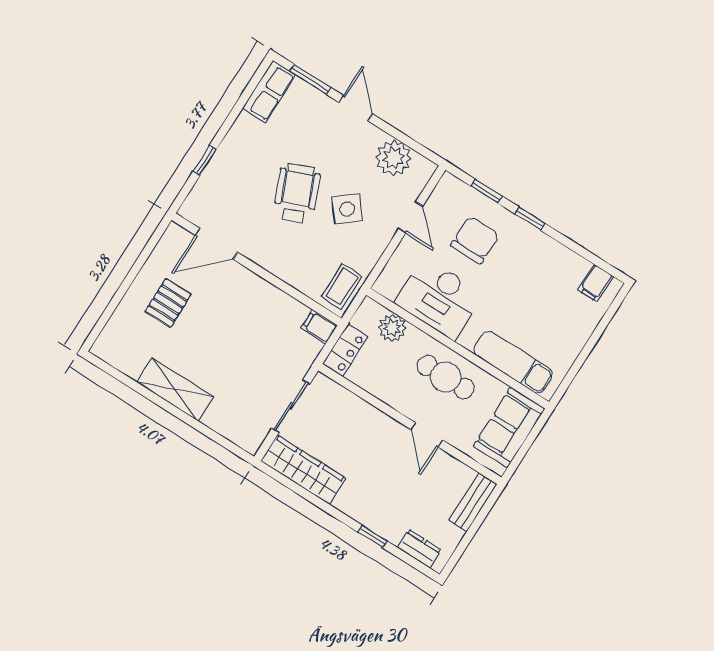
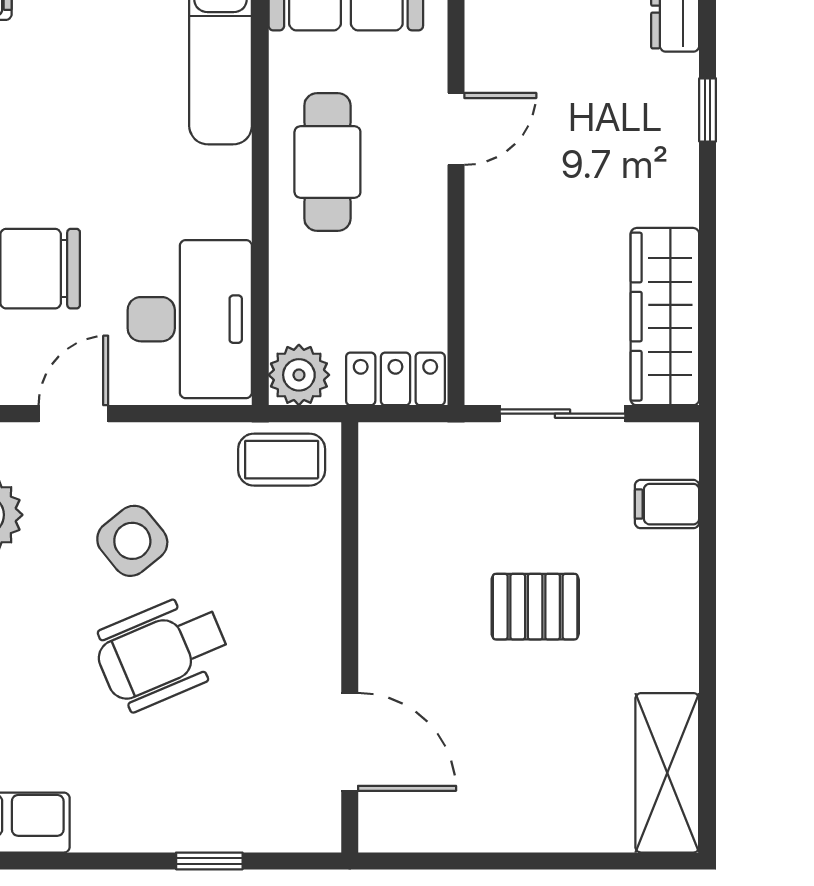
desk: (439, 299) -> (190, 319), moved
pallet: (168, 303) -> (535, 607), moved
filing cabinet: (319, 327) -> (667, 504), moved, turned 90
plant: (392, 328) -> (299, 375), moved
shelving: (175, 389) -> (667, 773), moved

